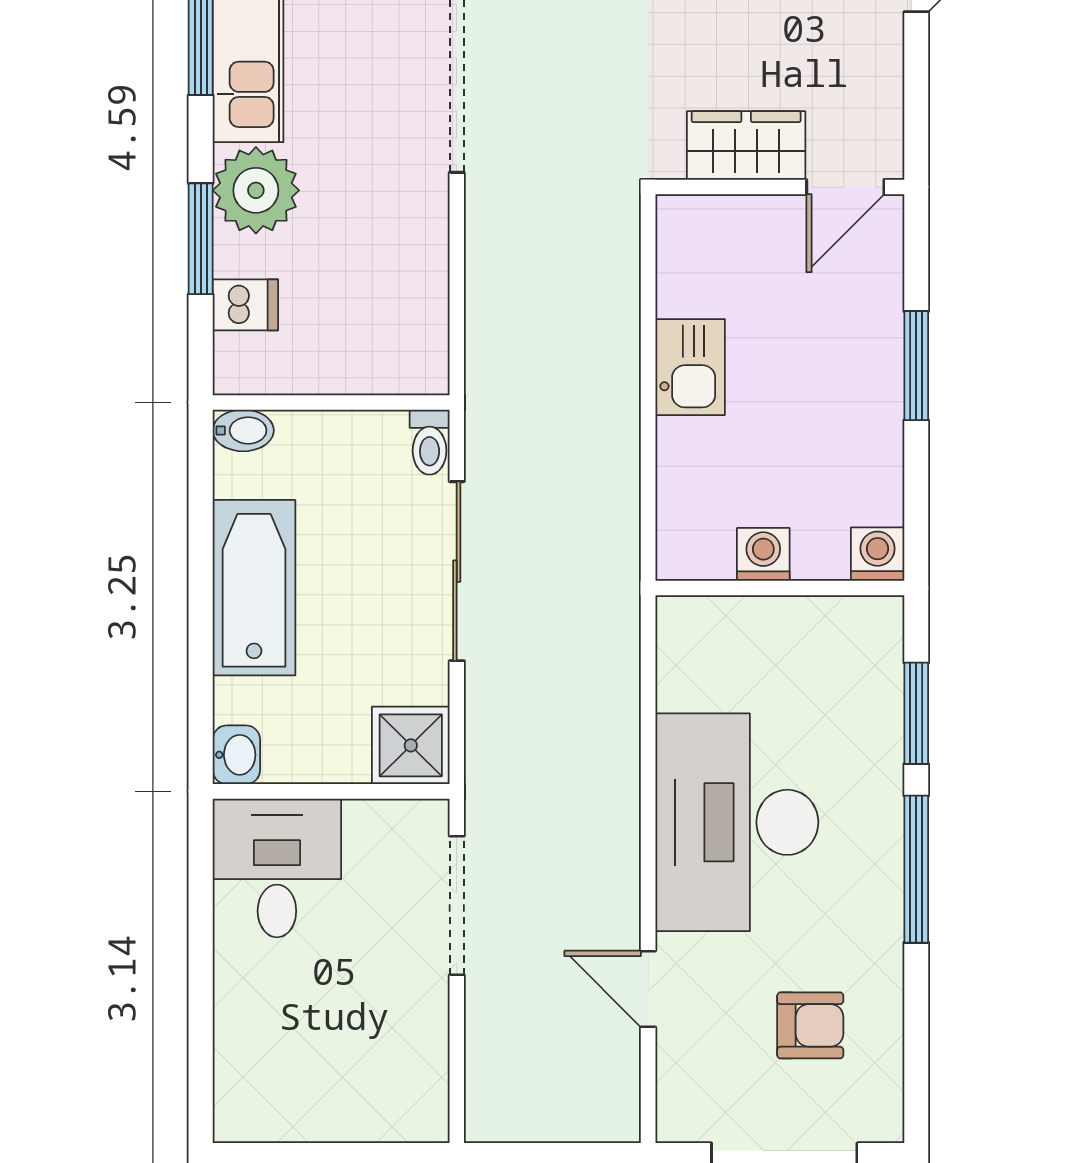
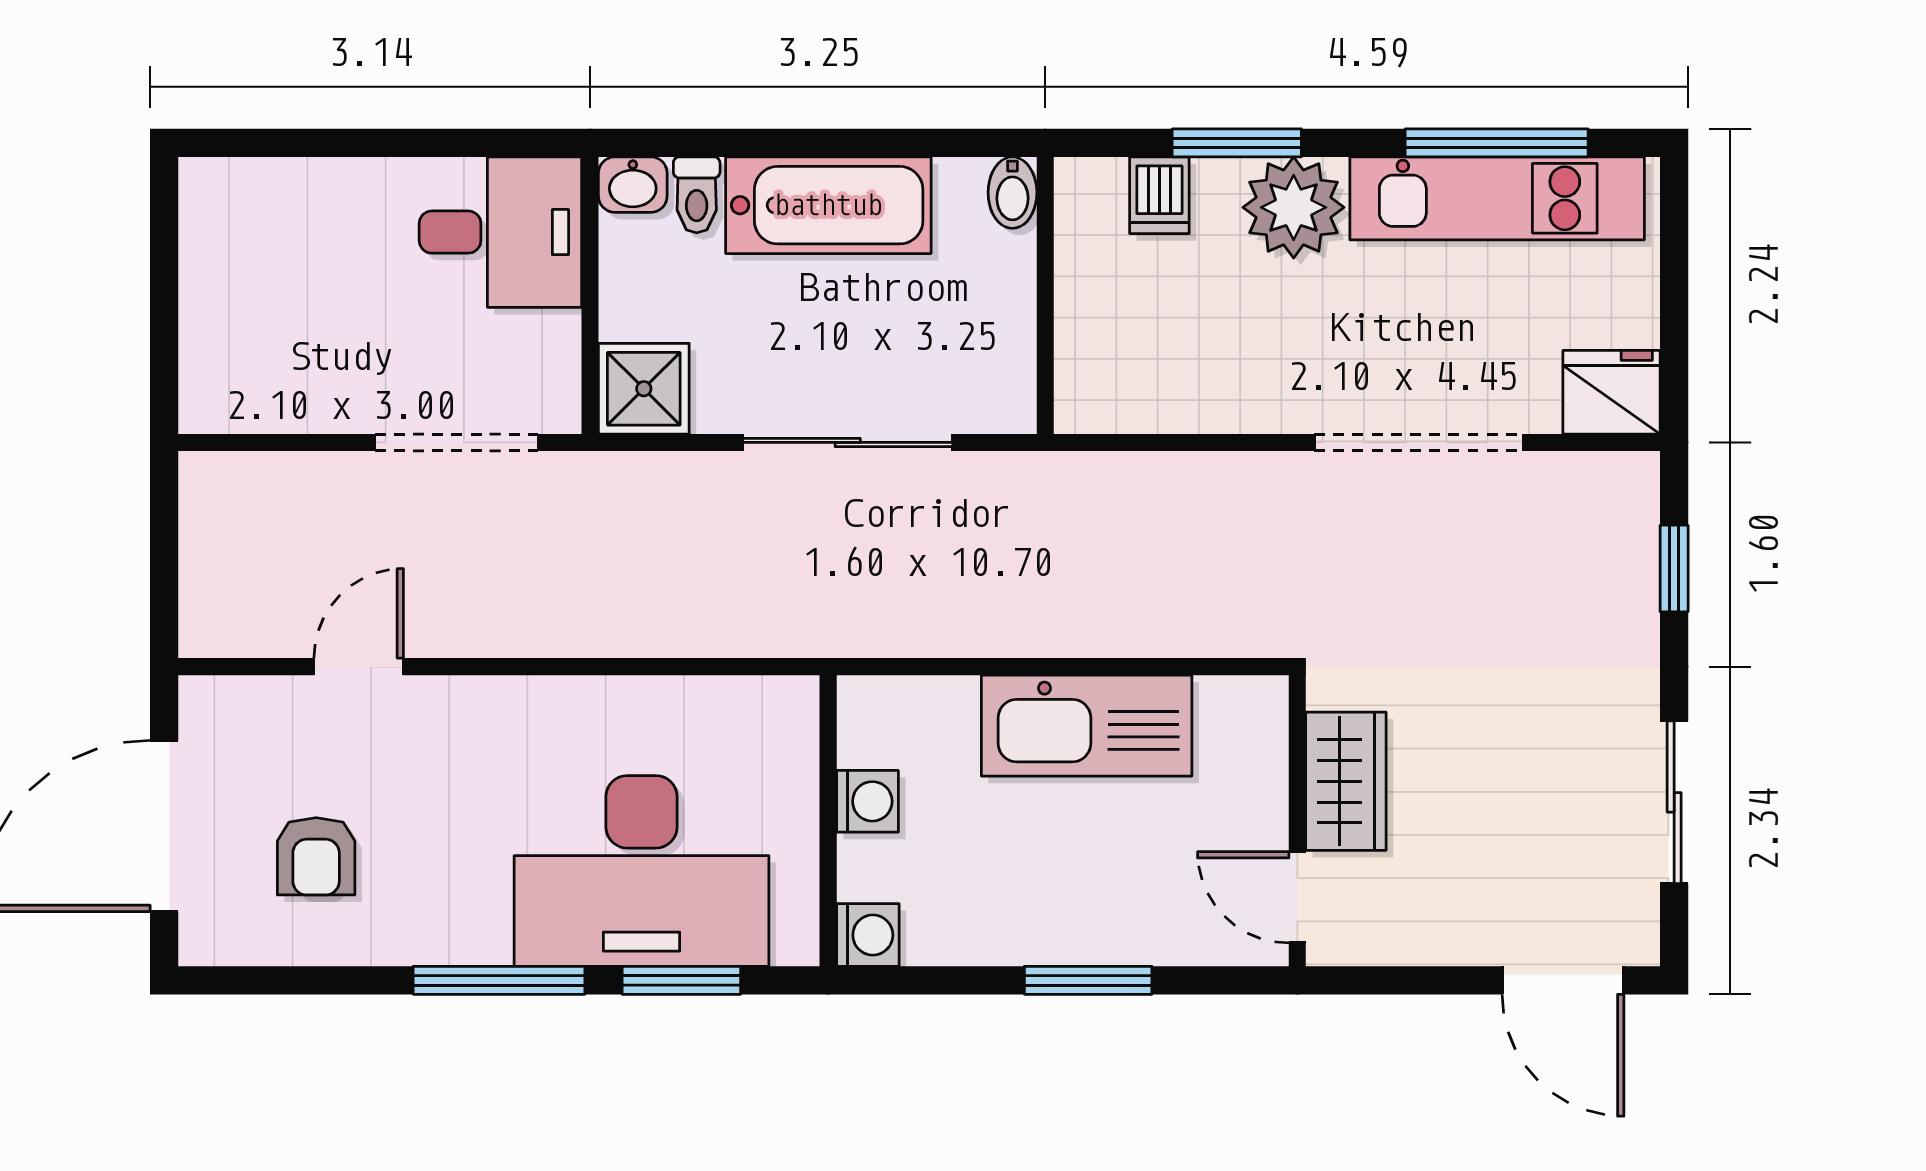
kitchen sink: (690, 367) -> (1087, 726), width x1.88, depth x1.24
toilet: (430, 442) -> (697, 195), moved, turned -90
desk: (737, 822) -> (642, 871), moved, turned 180

